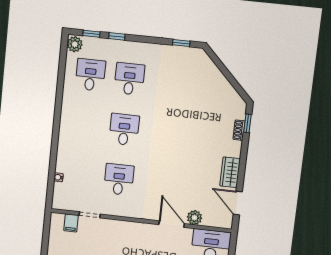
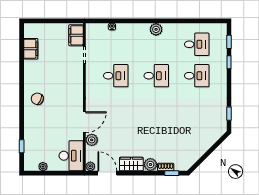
plant: (75, 44) -> (156, 29), moved
plant: (234, 149) -> (150, 164), added
door: (238, 203) -> (107, 173), hinge flipped
filing cabinet: (71, 223) -> (76, 35), width x2.00
plant: (227, 223) -> (90, 166), added

